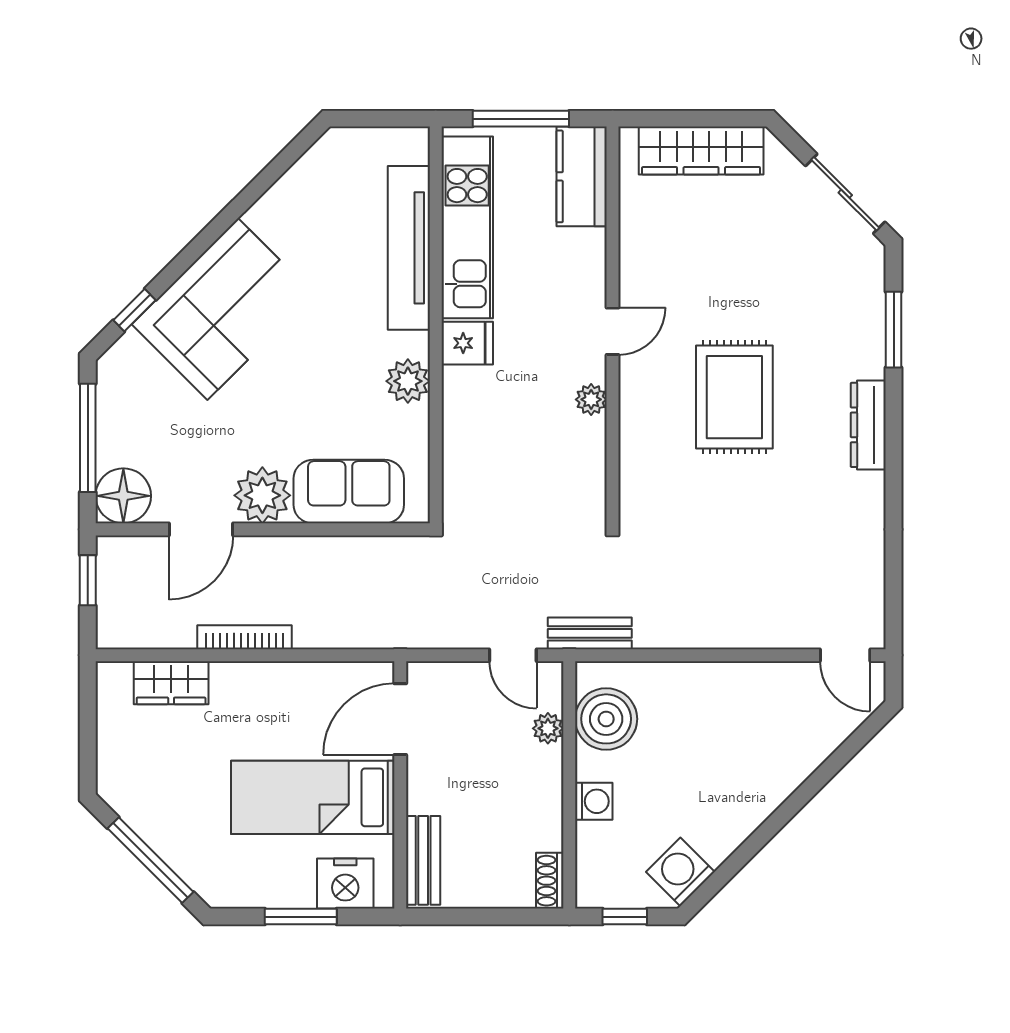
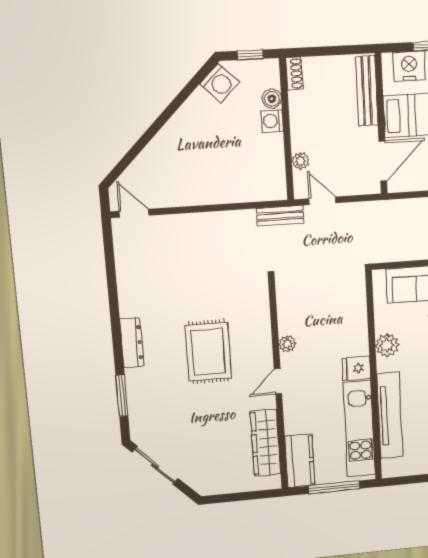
wardrobe: (701, 151) -> (266, 443), moved, turned -90
boiler: (606, 719) -> (272, 99), moved, width x0.54, depth x0.54
bench: (423, 860) -> (367, 91), width x1.36

